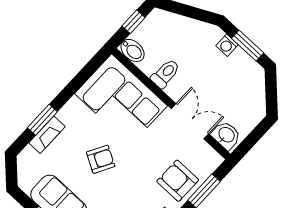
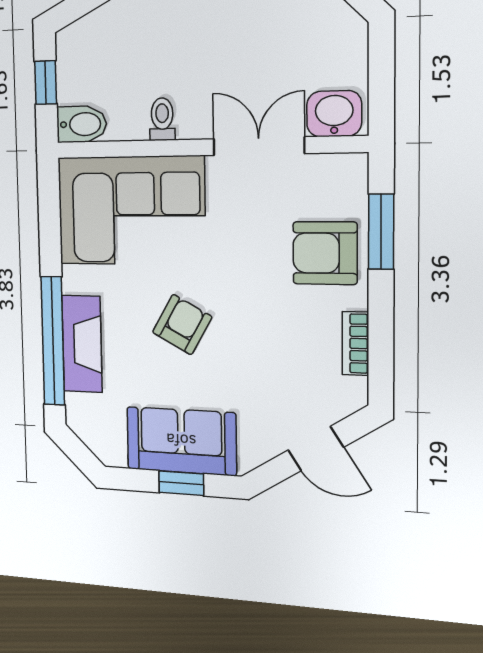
toilet: (165, 74) -> (162, 119), width x0.73, depth x0.72
window: (42, 120) -> (53, 341), width x2.11
fireplace: (47, 135) -> (82, 344), width x1.37, depth x1.32

